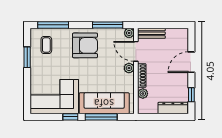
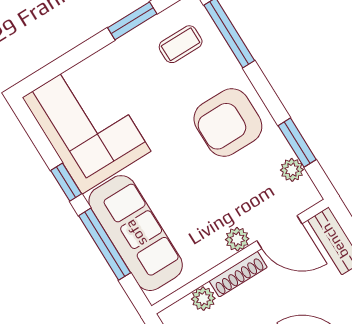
window: (108, 25) -> (297, 143), width x0.69
plant: (129, 33) -> (292, 170), moved
armchair: (85, 45) -> (228, 122), turned 90
door: (136, 51) -> (279, 232), swing flipped

